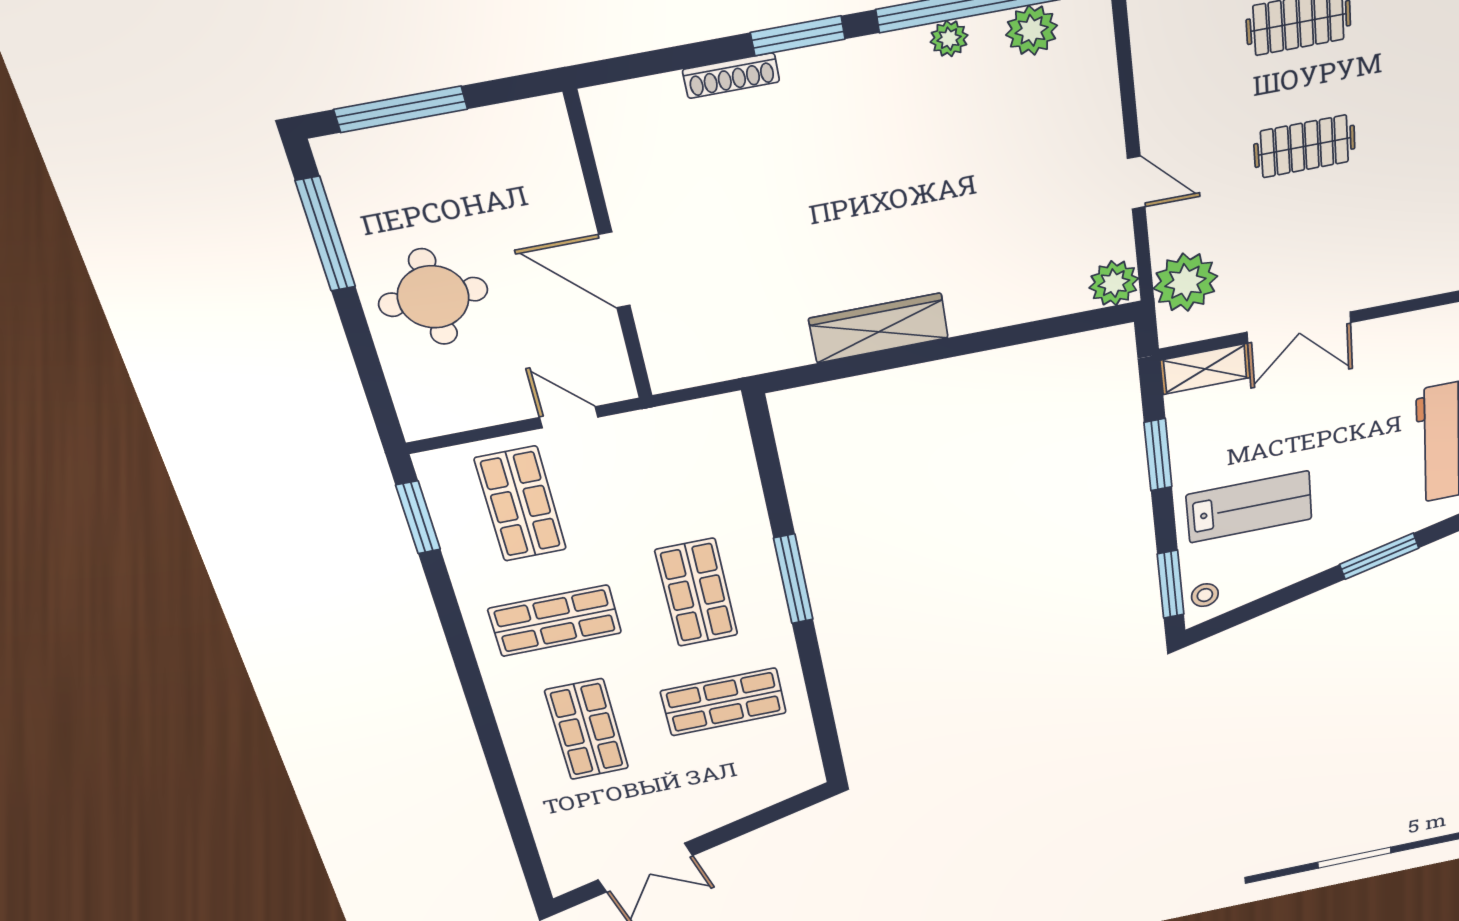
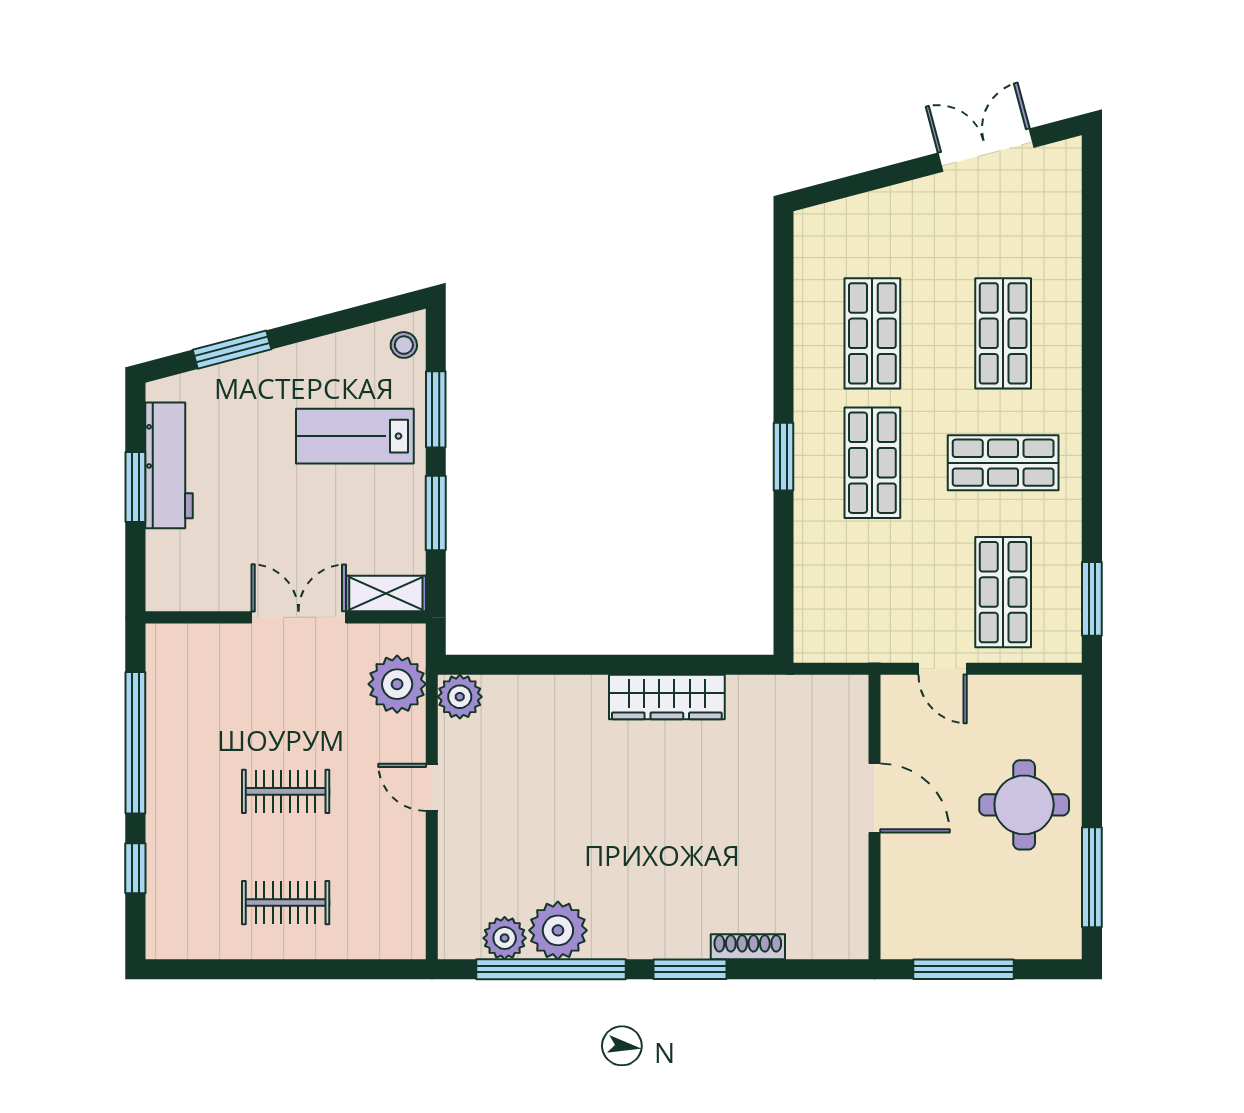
plant: (949, 39) -> (558, 930), width x1.87, depth x1.87
window: (401, 109) -> (963, 969), moved
window: (793, 579) -> (784, 457), width x0.69
window: (1171, 584) -> (436, 409), moved
shop shelf: (724, 702) -> (872, 333), turned 90

